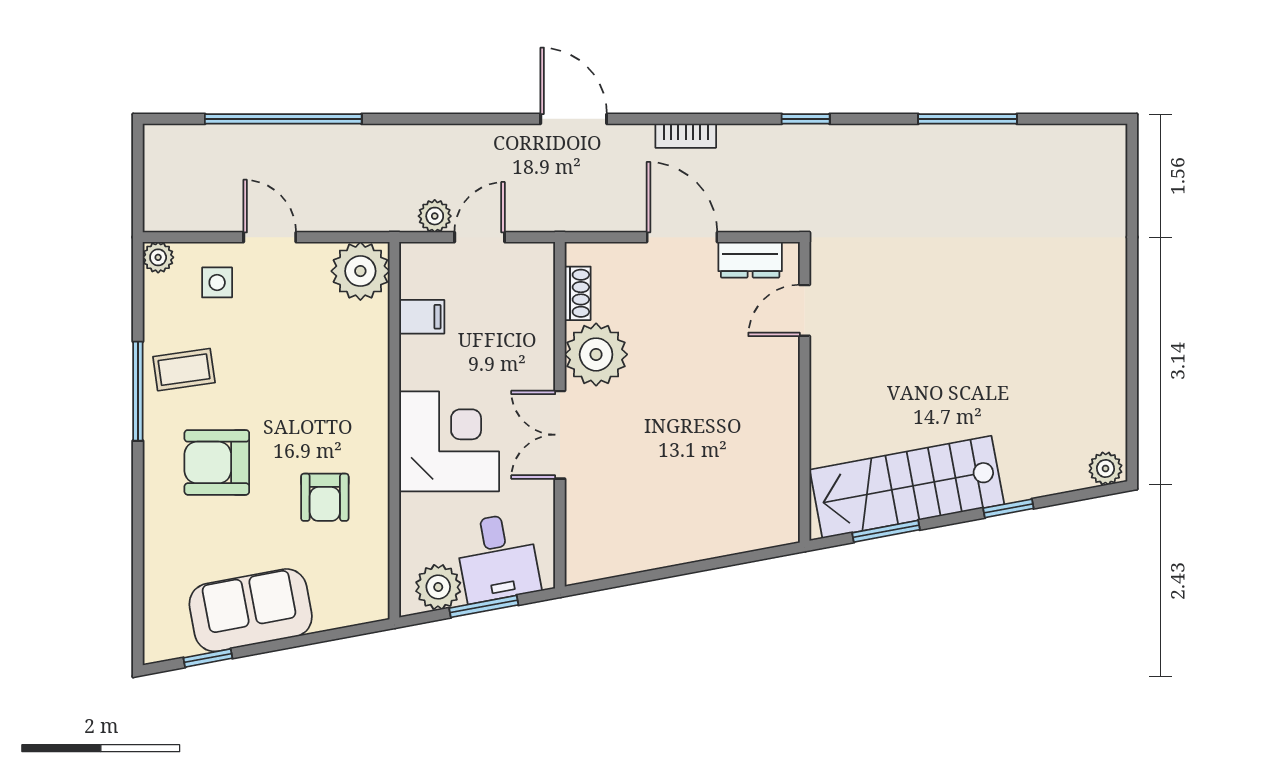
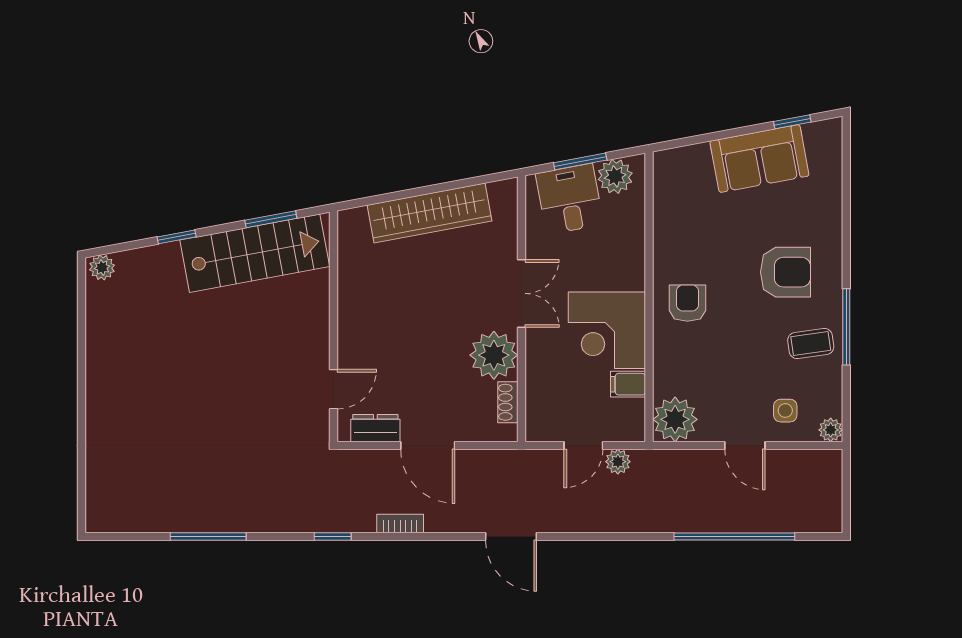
bookcase: (686, 136) -> (400, 523), moved
corner desk: (449, 441) -> (607, 330), moved
armchair: (325, 497) -> (687, 303), moved
wardrobe: (680, 539) -> (429, 213), added

